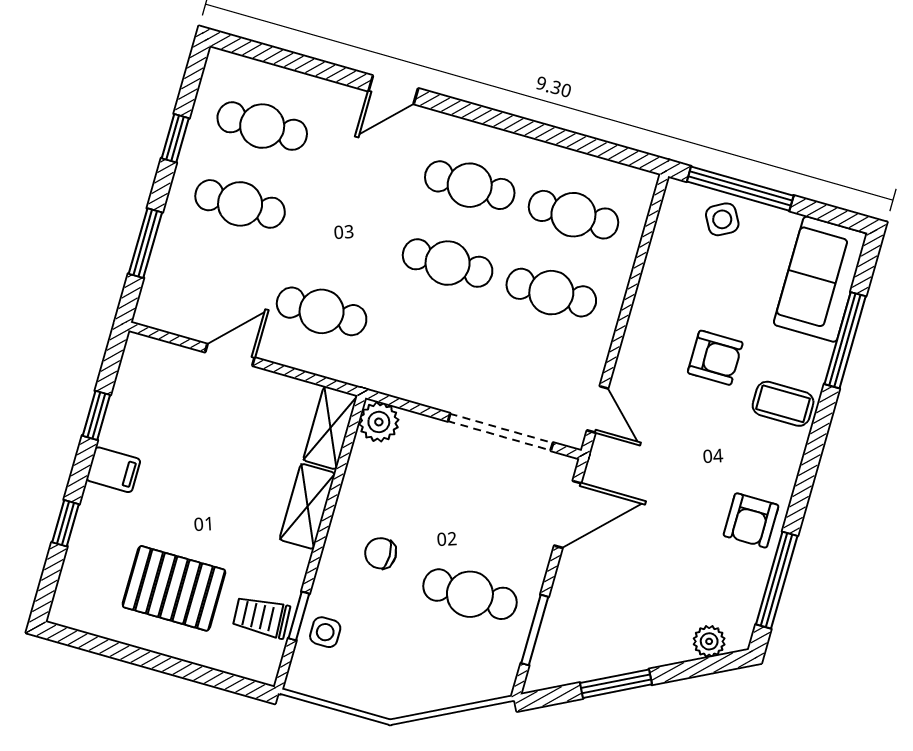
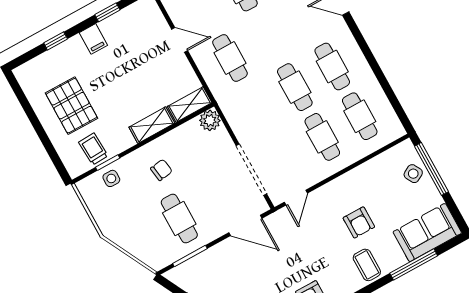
chair: (381, 553) -> (161, 170), turned 82

